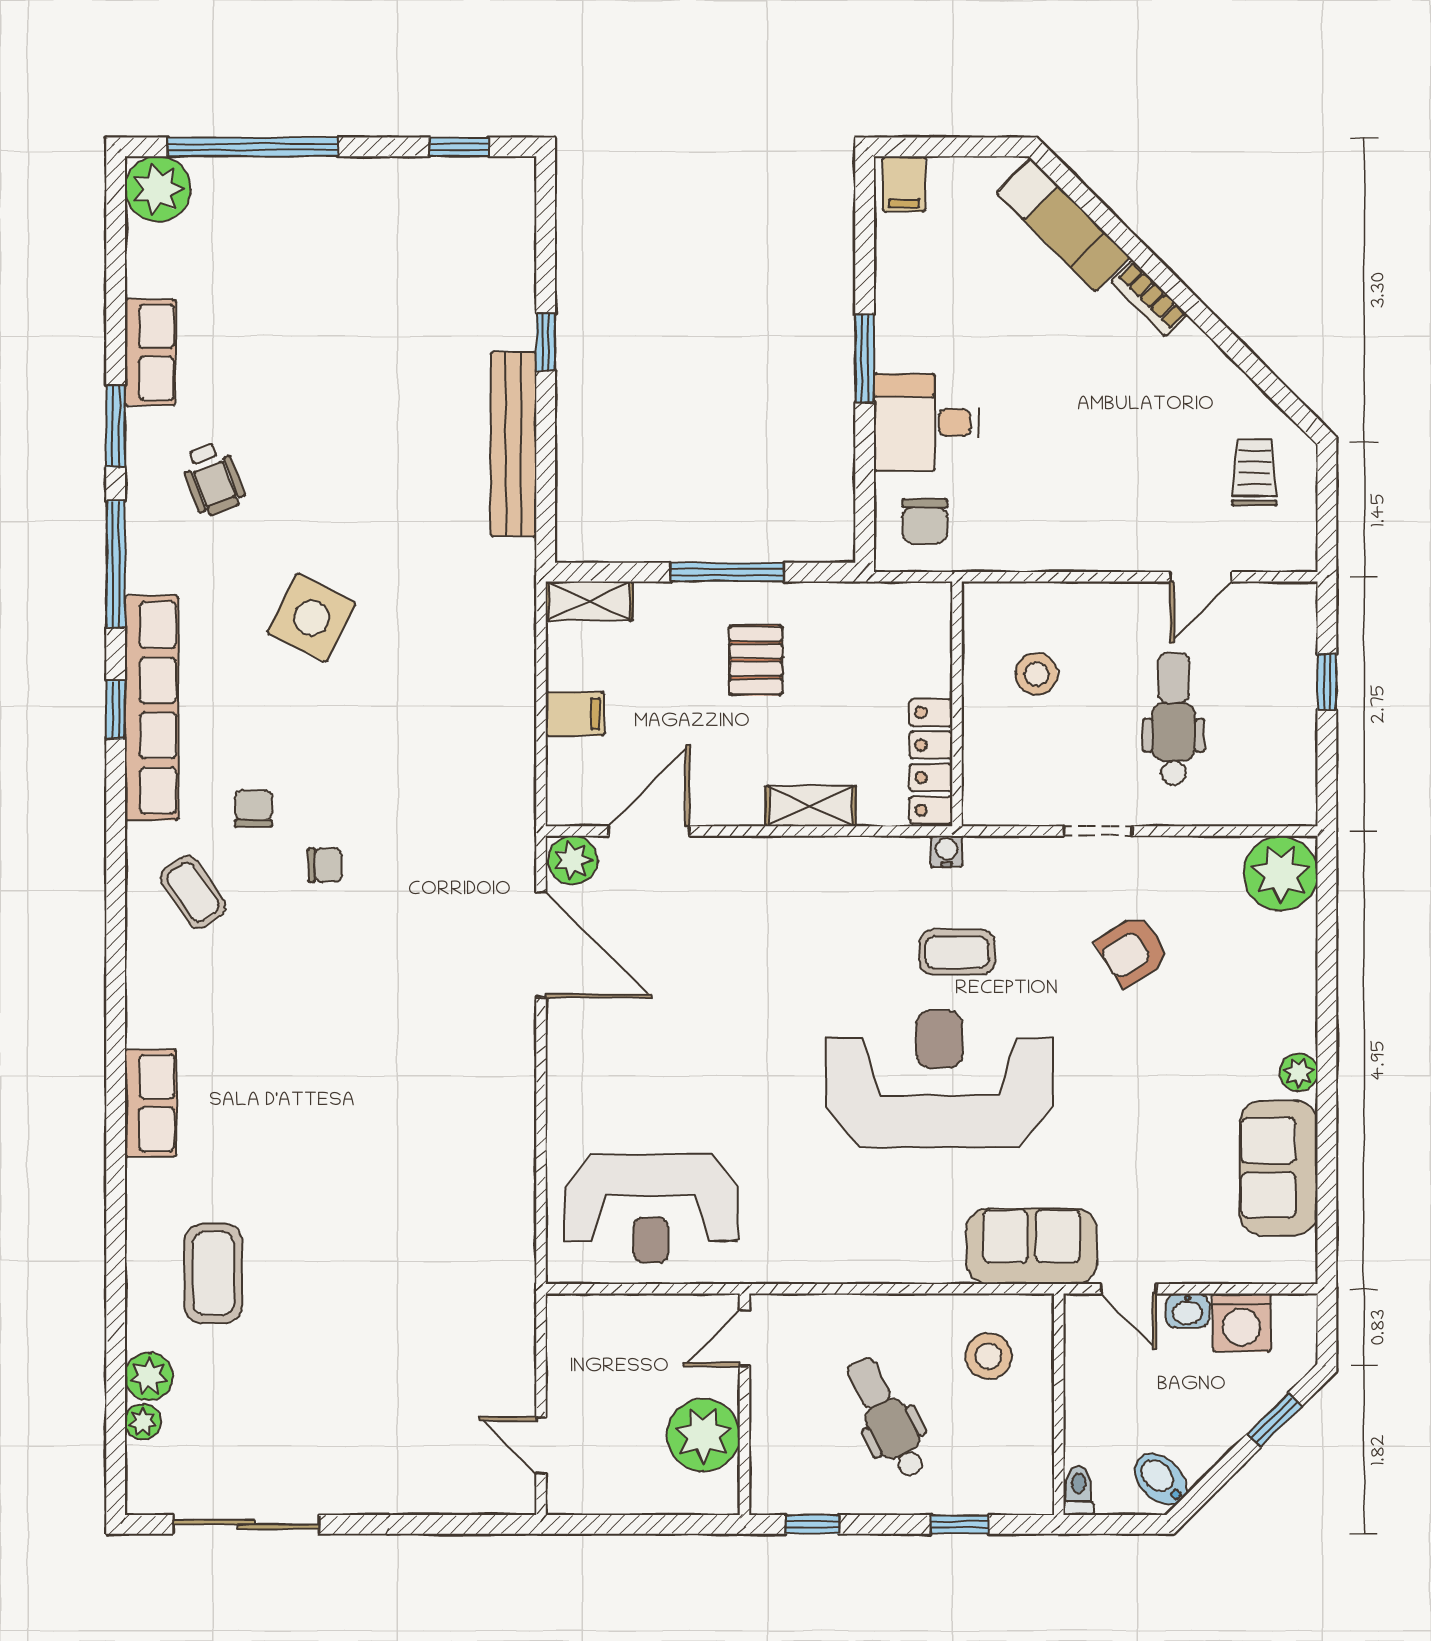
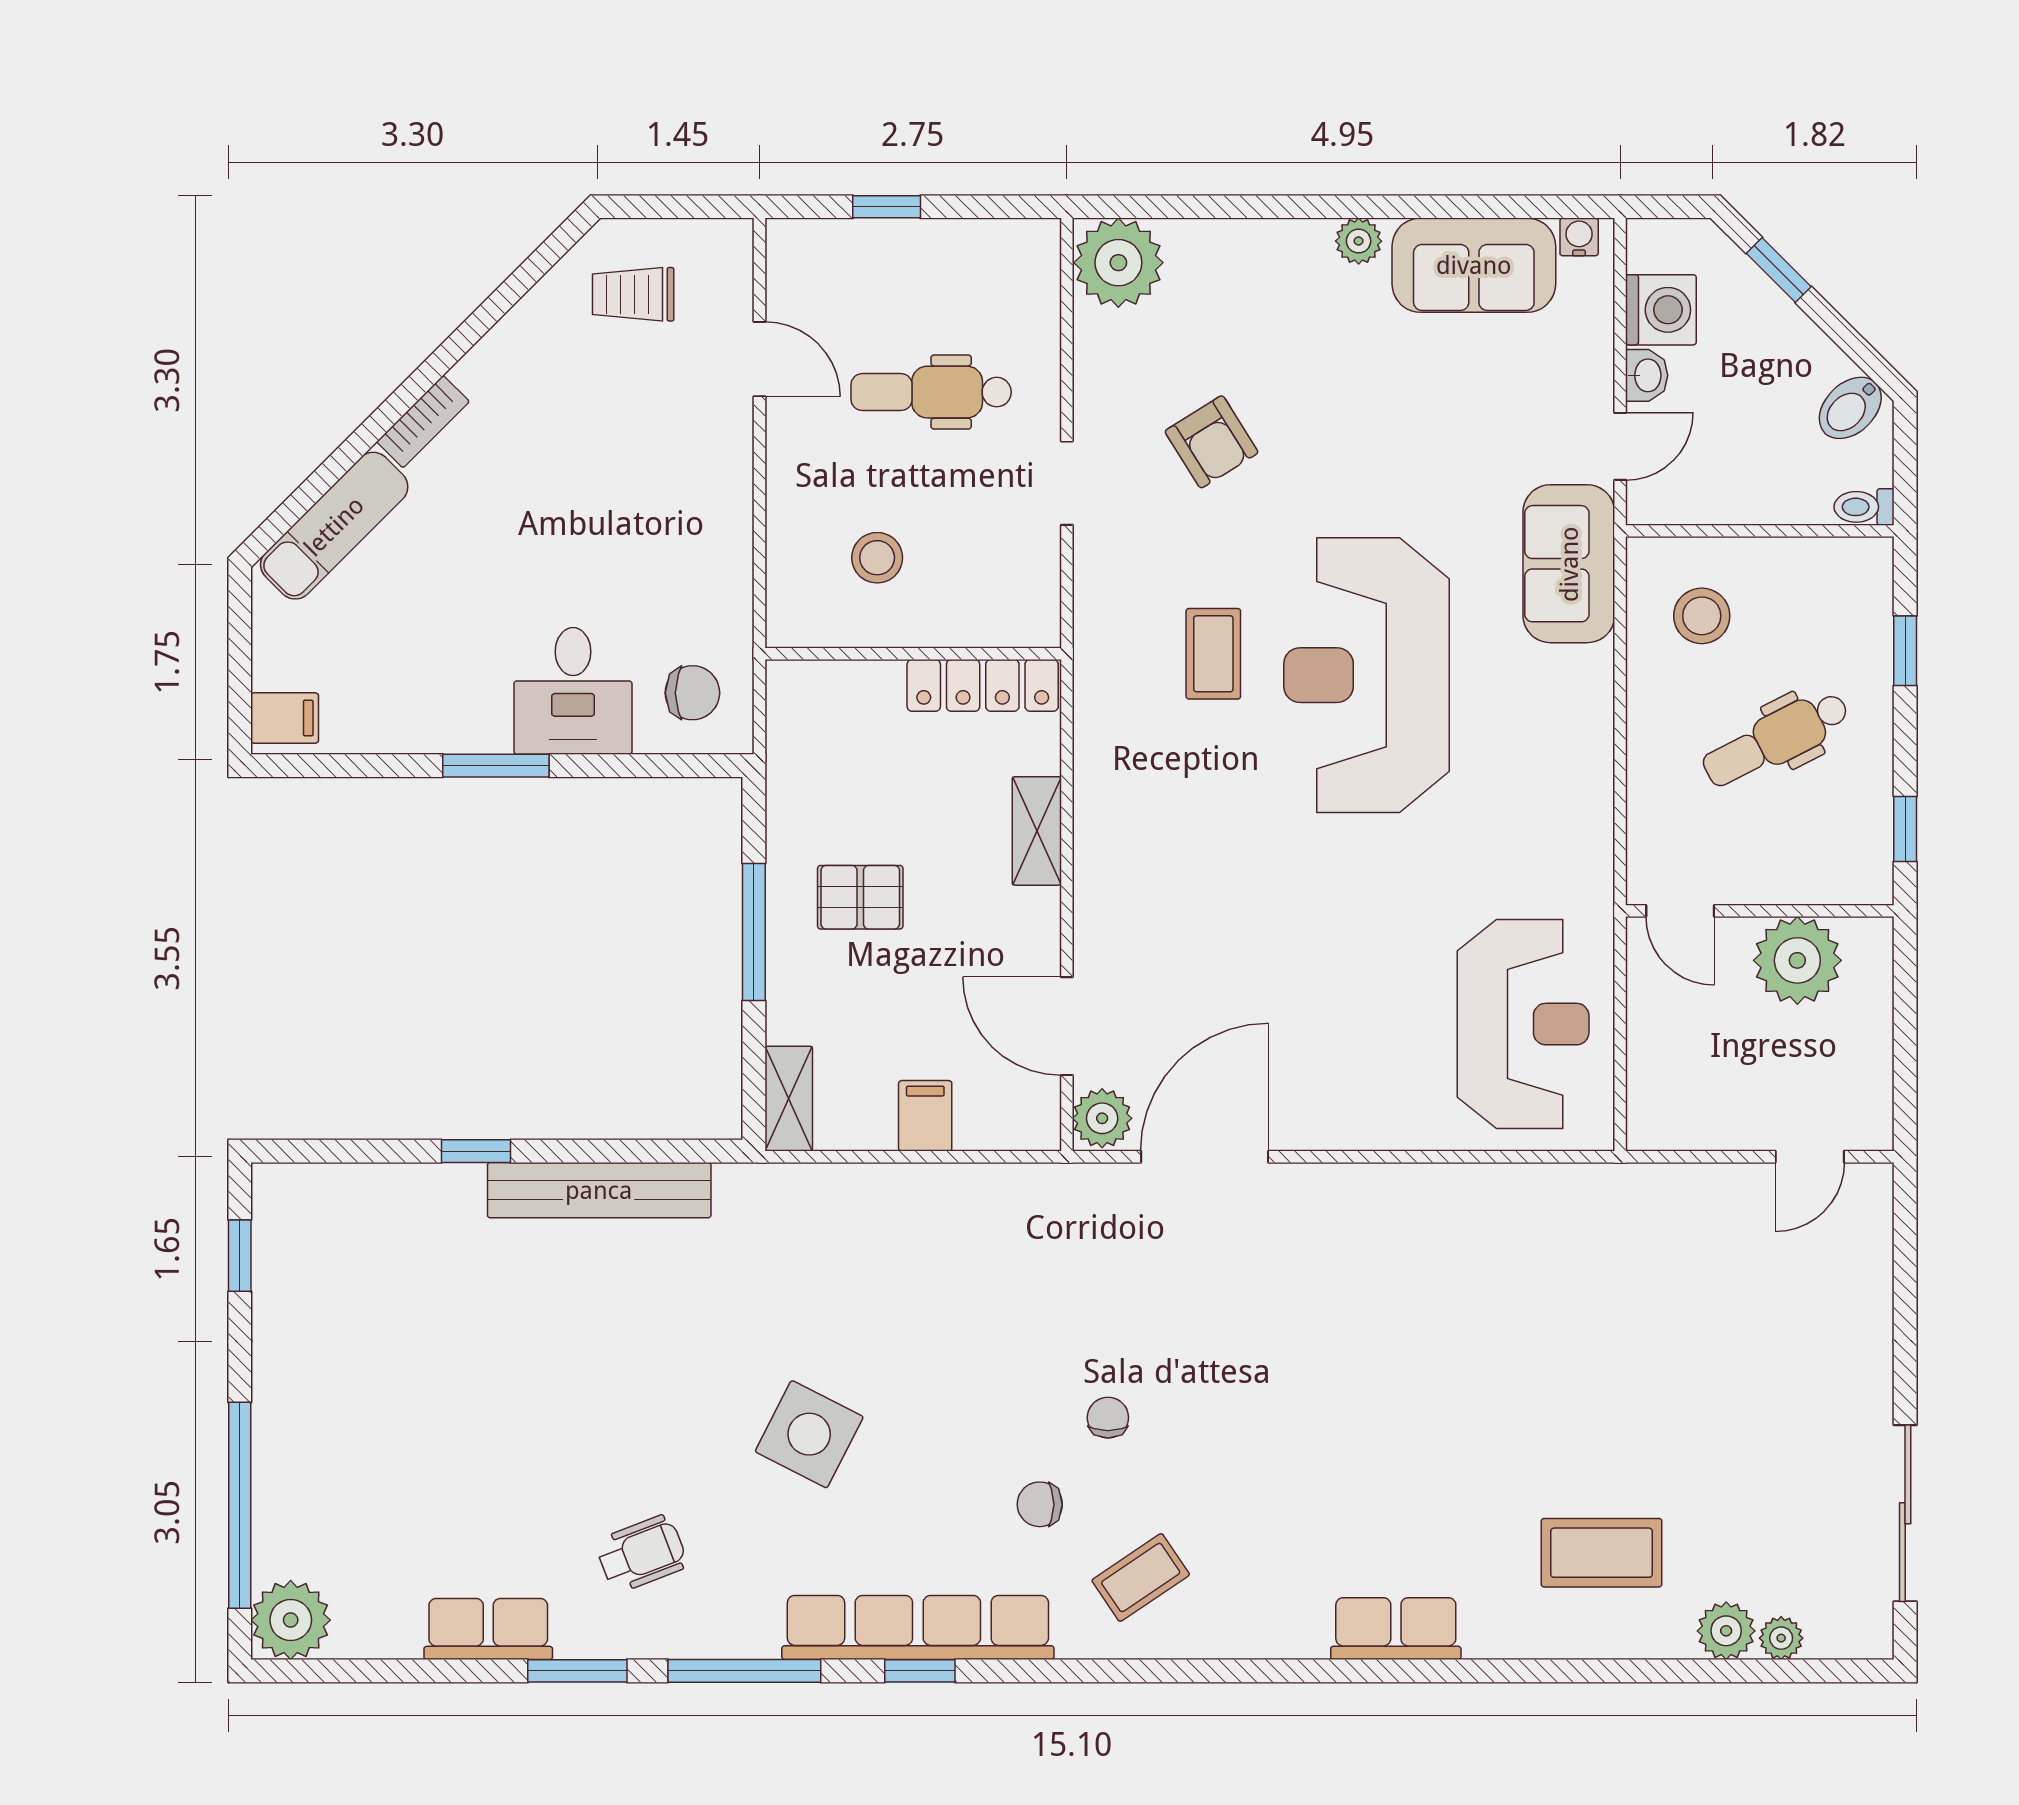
water cooler: (947, 851) -> (1579, 237), moved, turned 90

